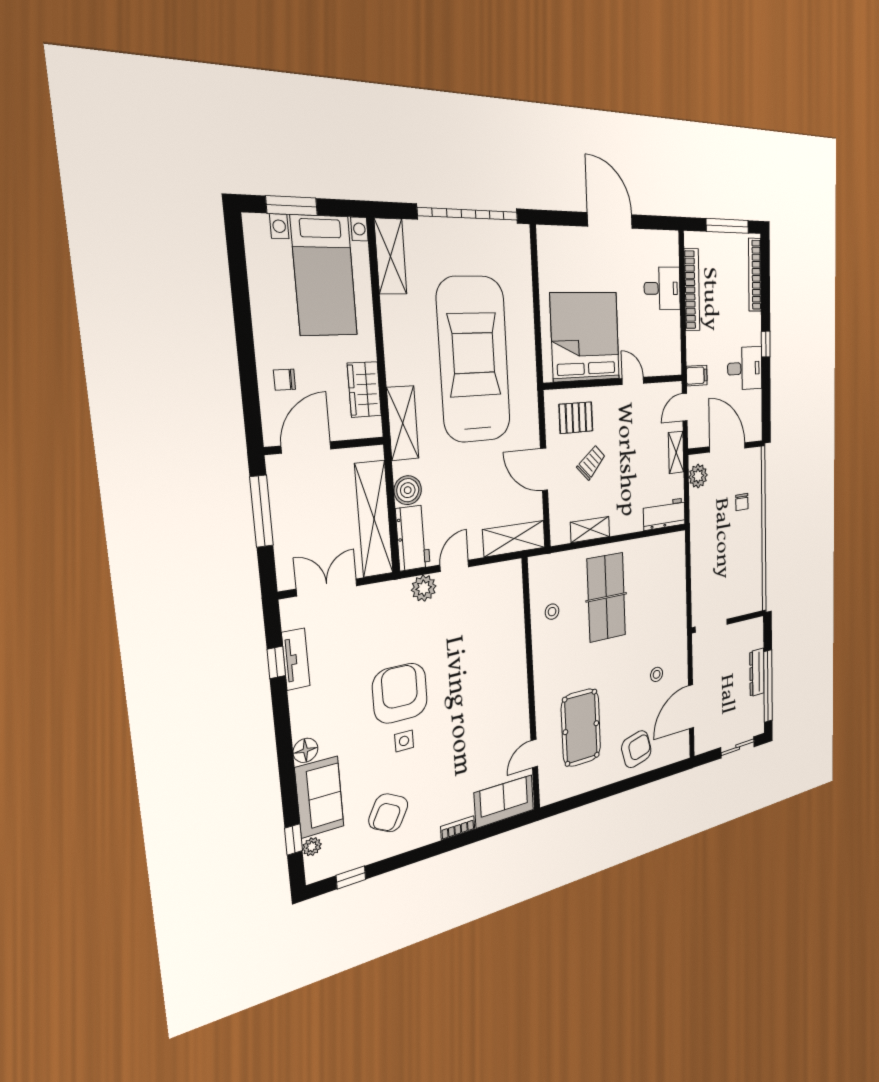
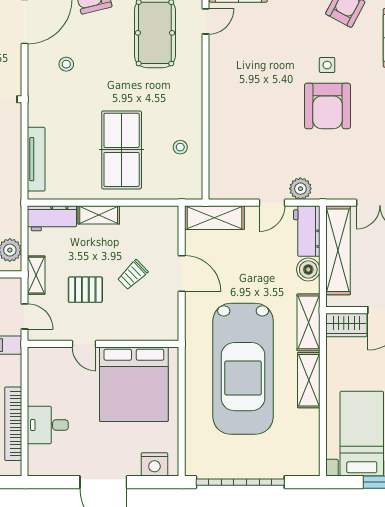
nightstand: (561, 240) -> (154, 464), added
shelving: (391, 256) -> (309, 380), moved
wardrobe: (364, 390) -> (346, 325), moved, turned 90
door: (685, 407) -> (24, 316), hinge flipped
pallet: (576, 418) -> (85, 290), moved
shelving: (590, 529) -> (99, 215), moved
tv unit: (679, 573) -> (36, 159), added

